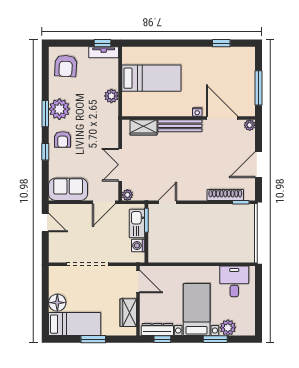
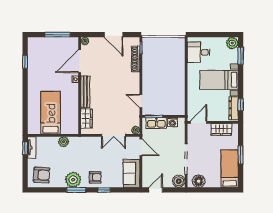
boiler: (57, 254) -> (179, 181), added
floor lamp: (57, 303) -> (199, 181), moved
plant: (228, 328) -> (232, 43), moved
window: (215, 339) -> (241, 56), moved

